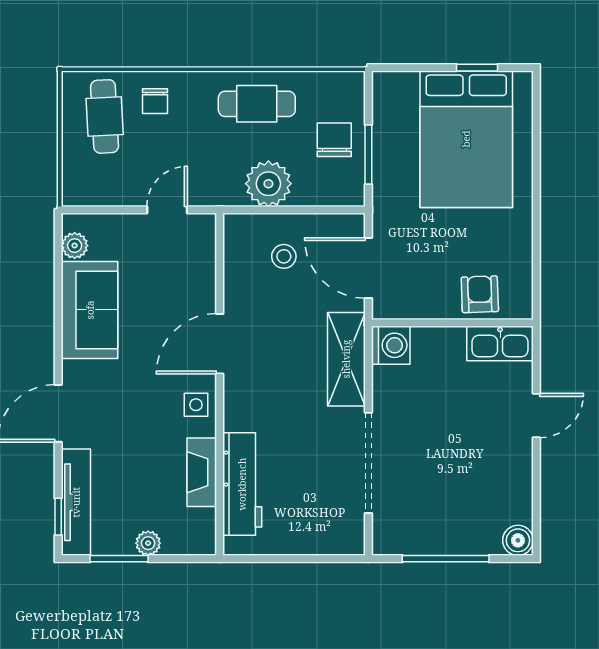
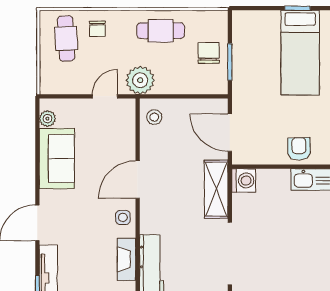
bed: (466, 139) -> (300, 53), width x0.67
plant: (268, 184) -> (140, 80), moved
stool: (284, 256) -> (154, 117), moved

